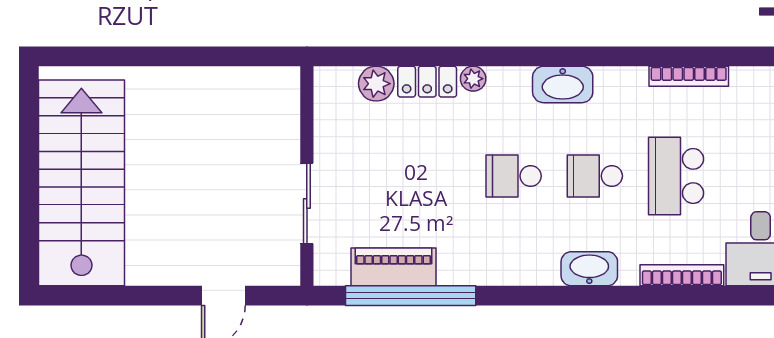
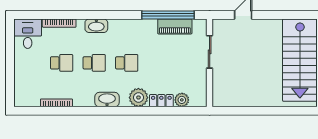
plant: (473, 79) -> (138, 97), width x1.88, depth x1.88
school desk: (676, 176) -> (62, 63), width x0.54

